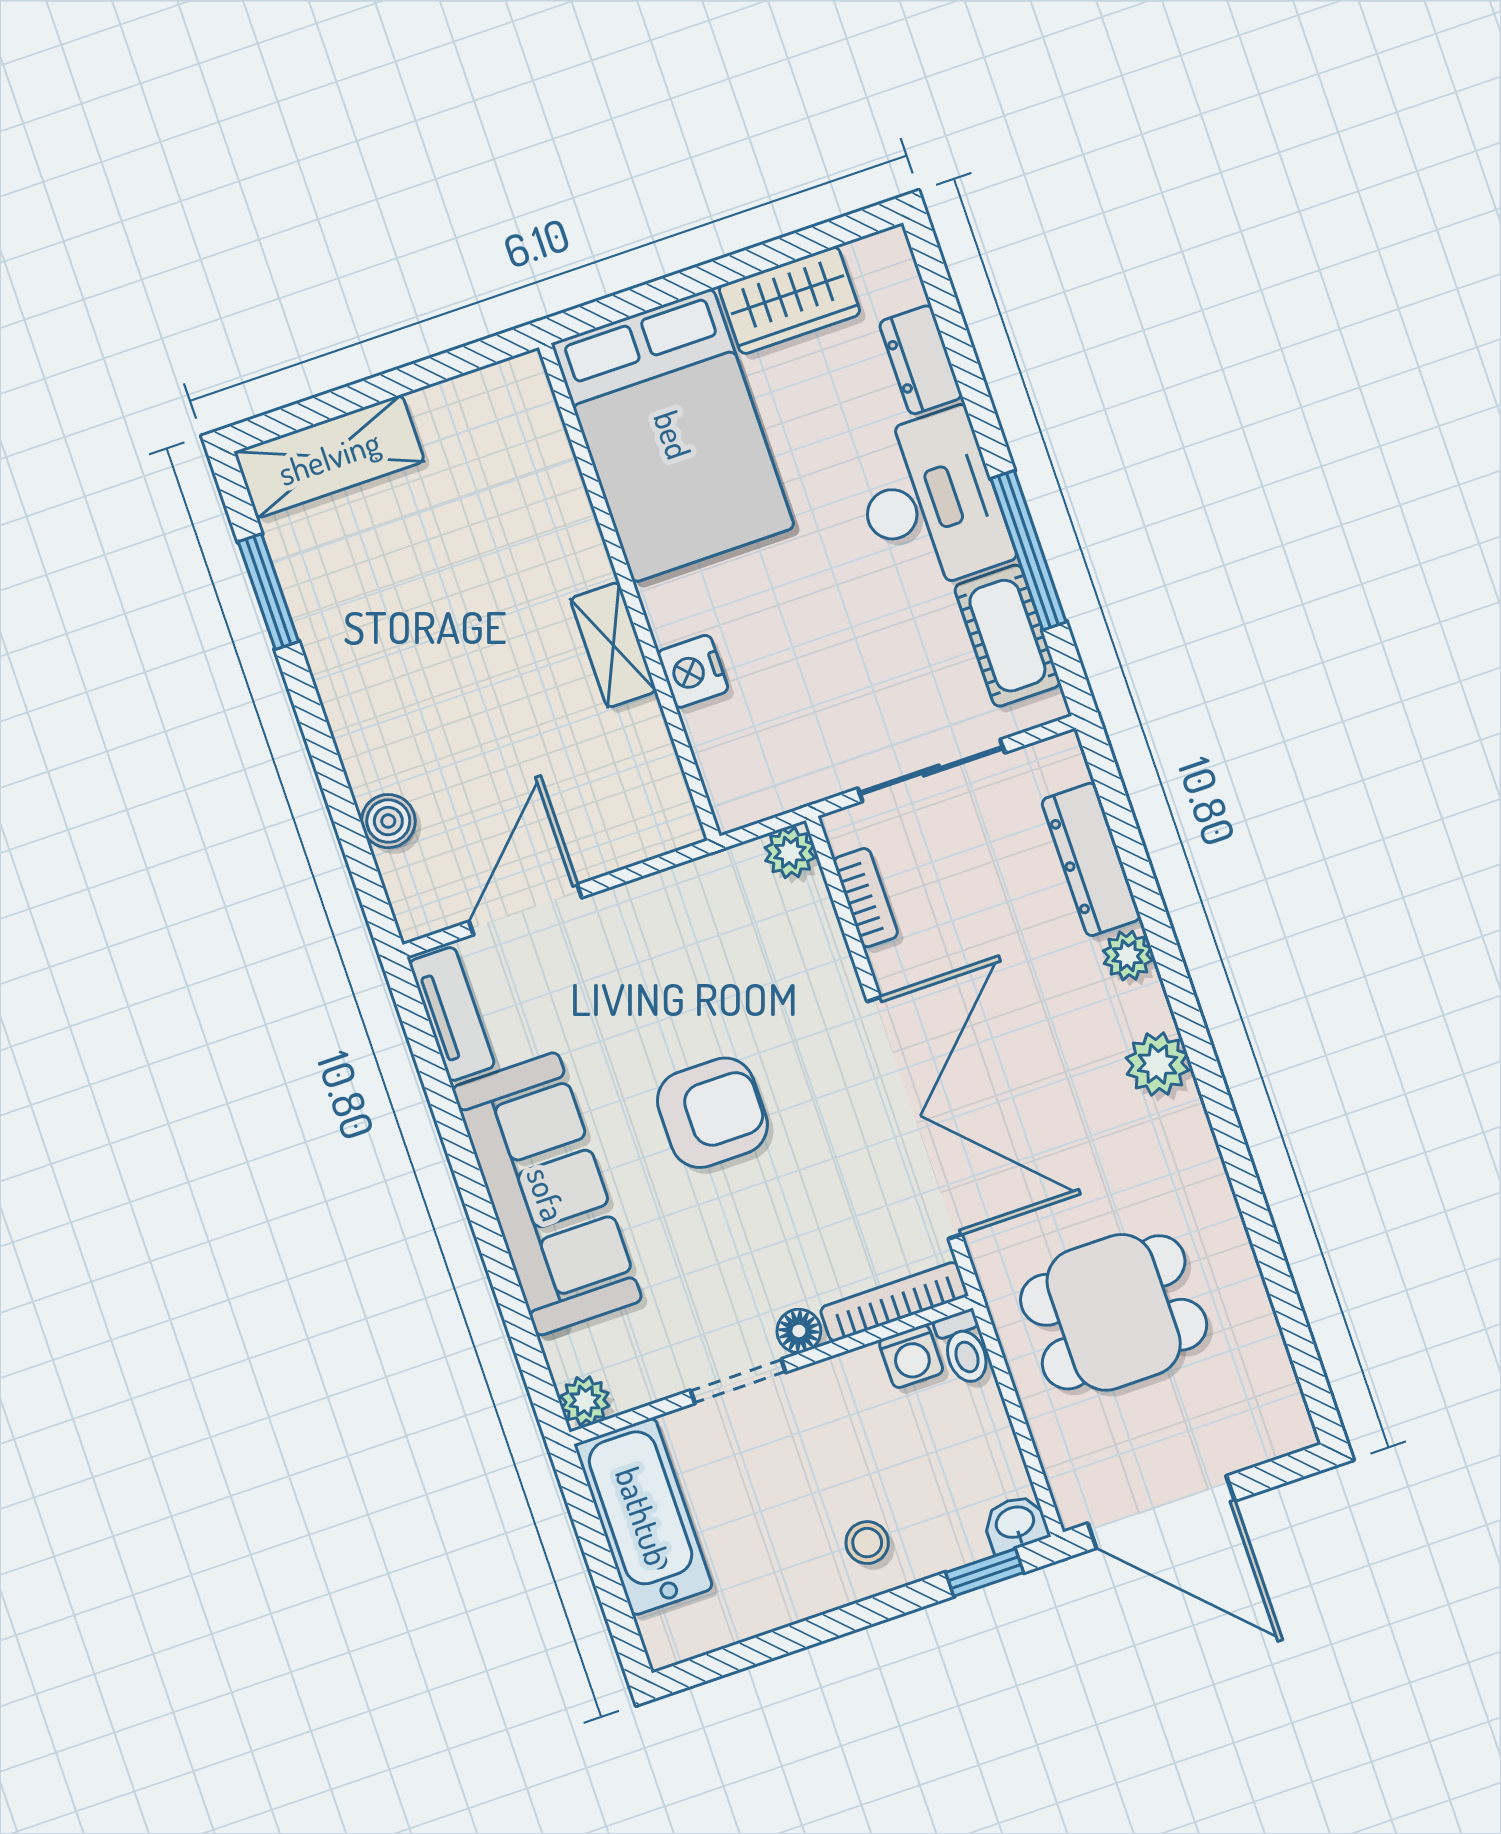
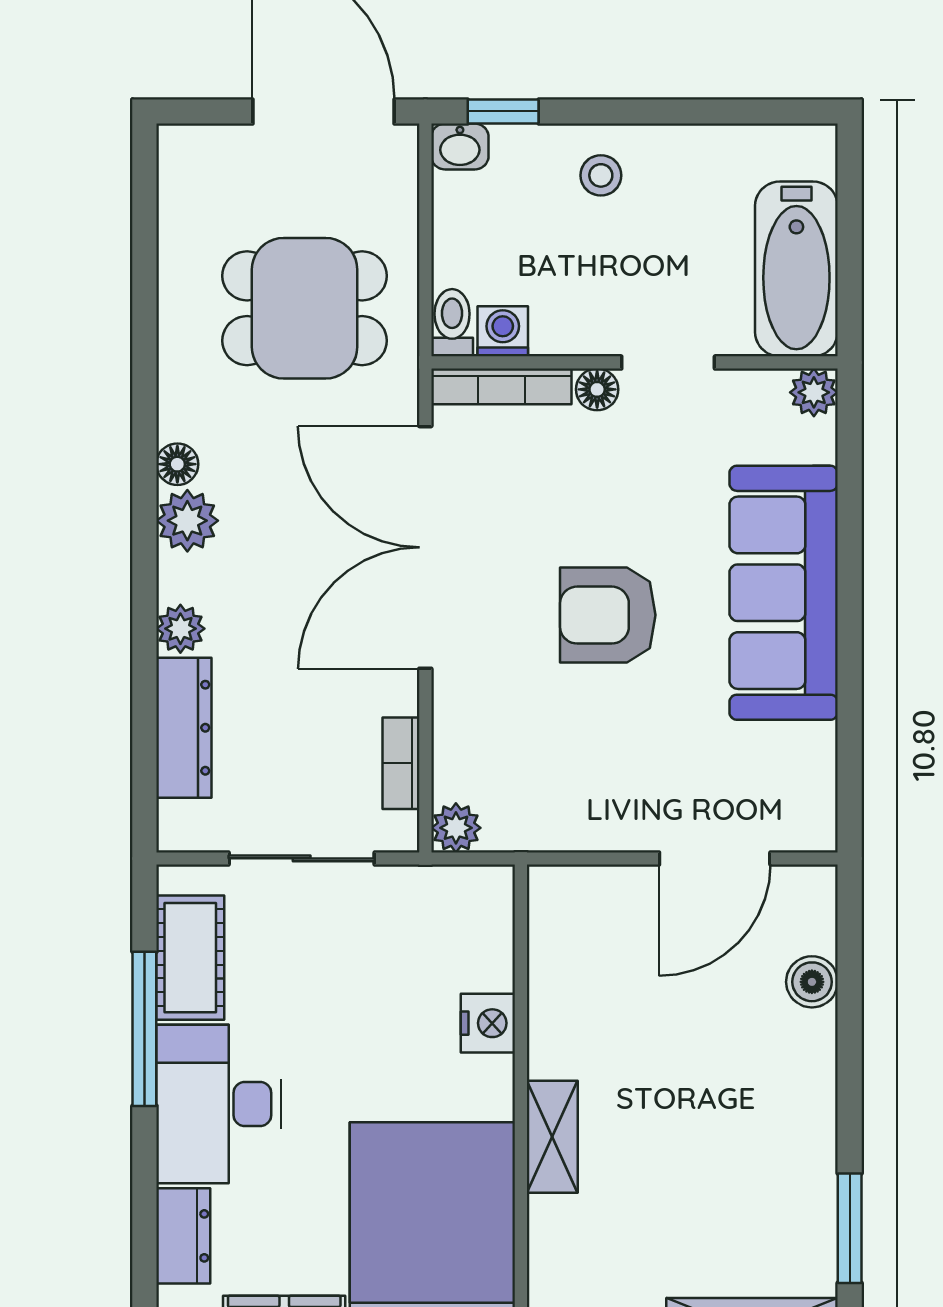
shelving: (613, 645) -> (552, 1137), moved
tv unit: (452, 1014) -> (814, 786), removed
floor lamp: (1186, 1116) -> (177, 464), added

